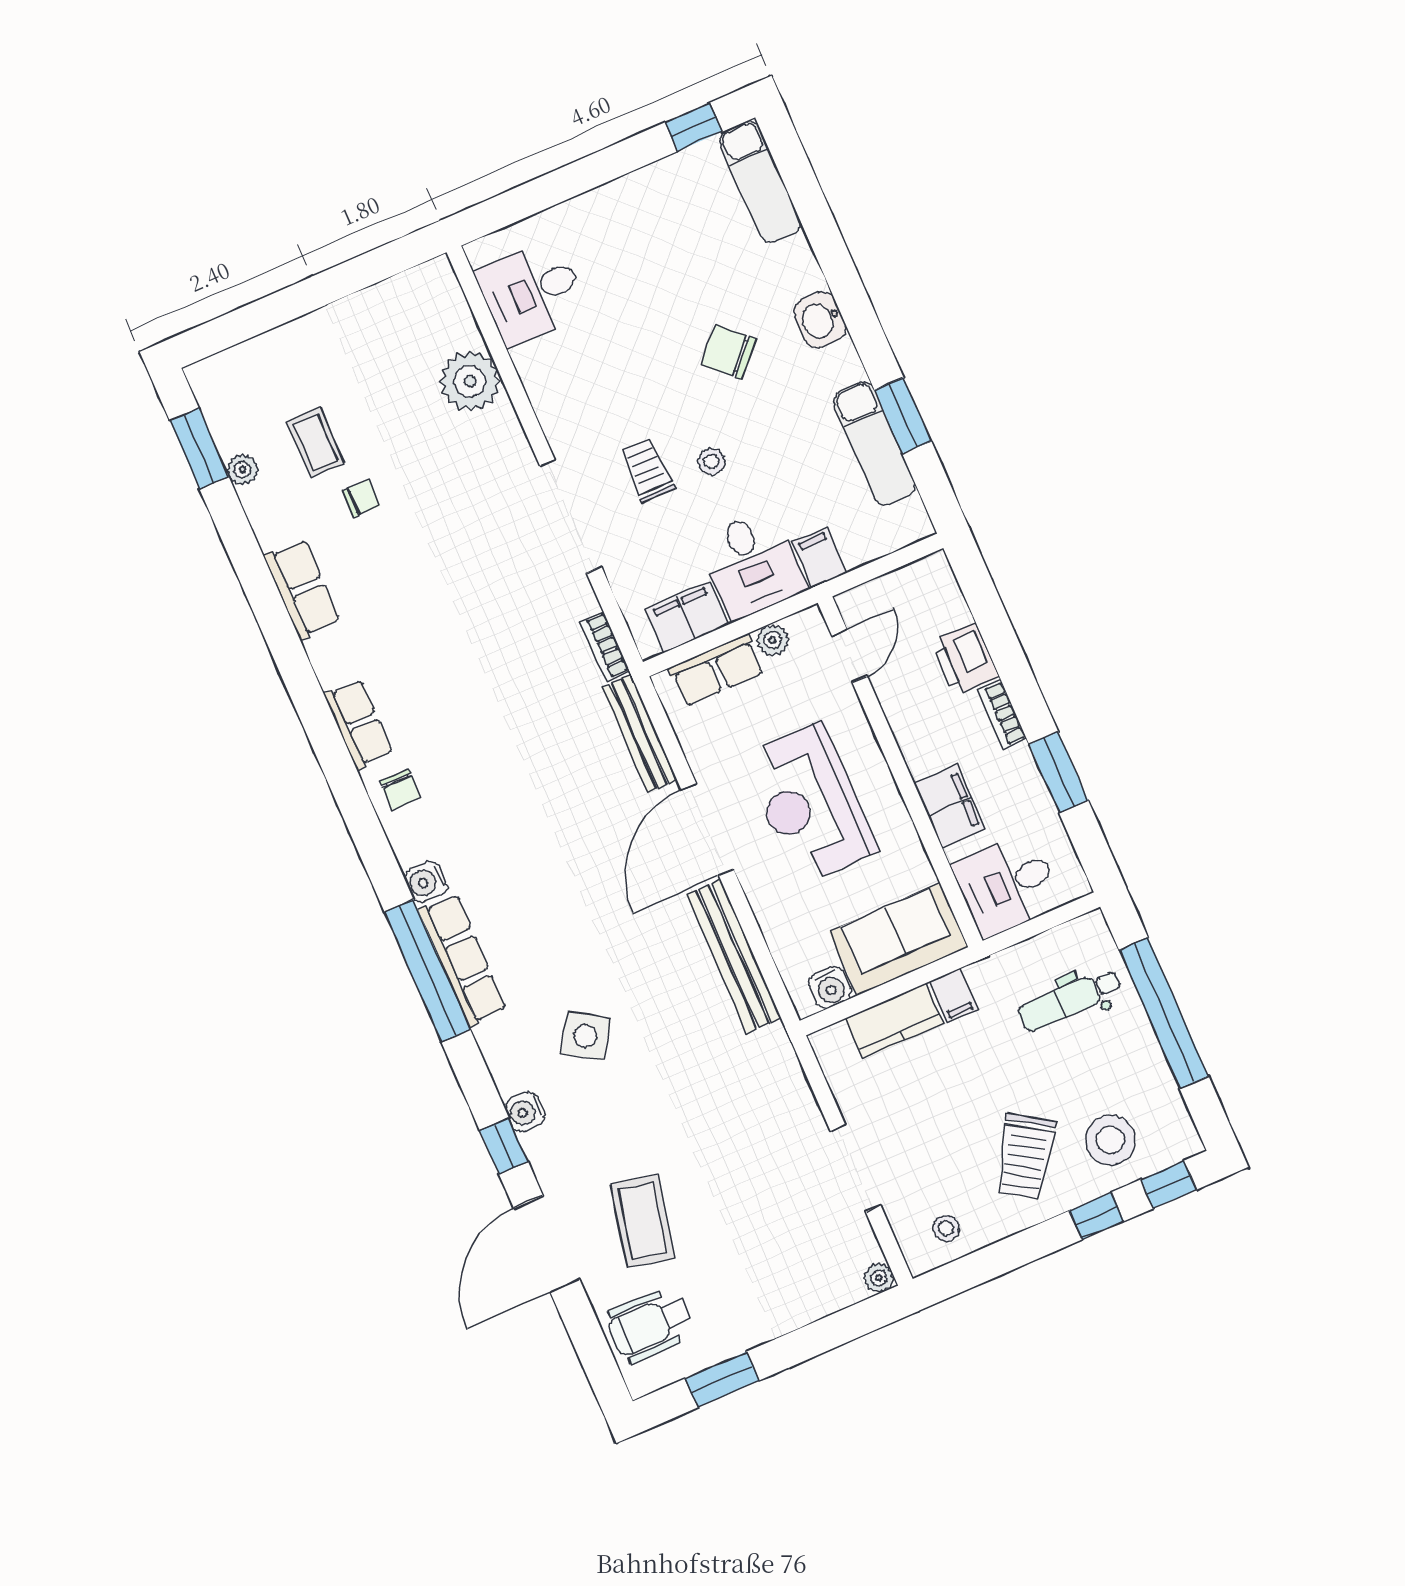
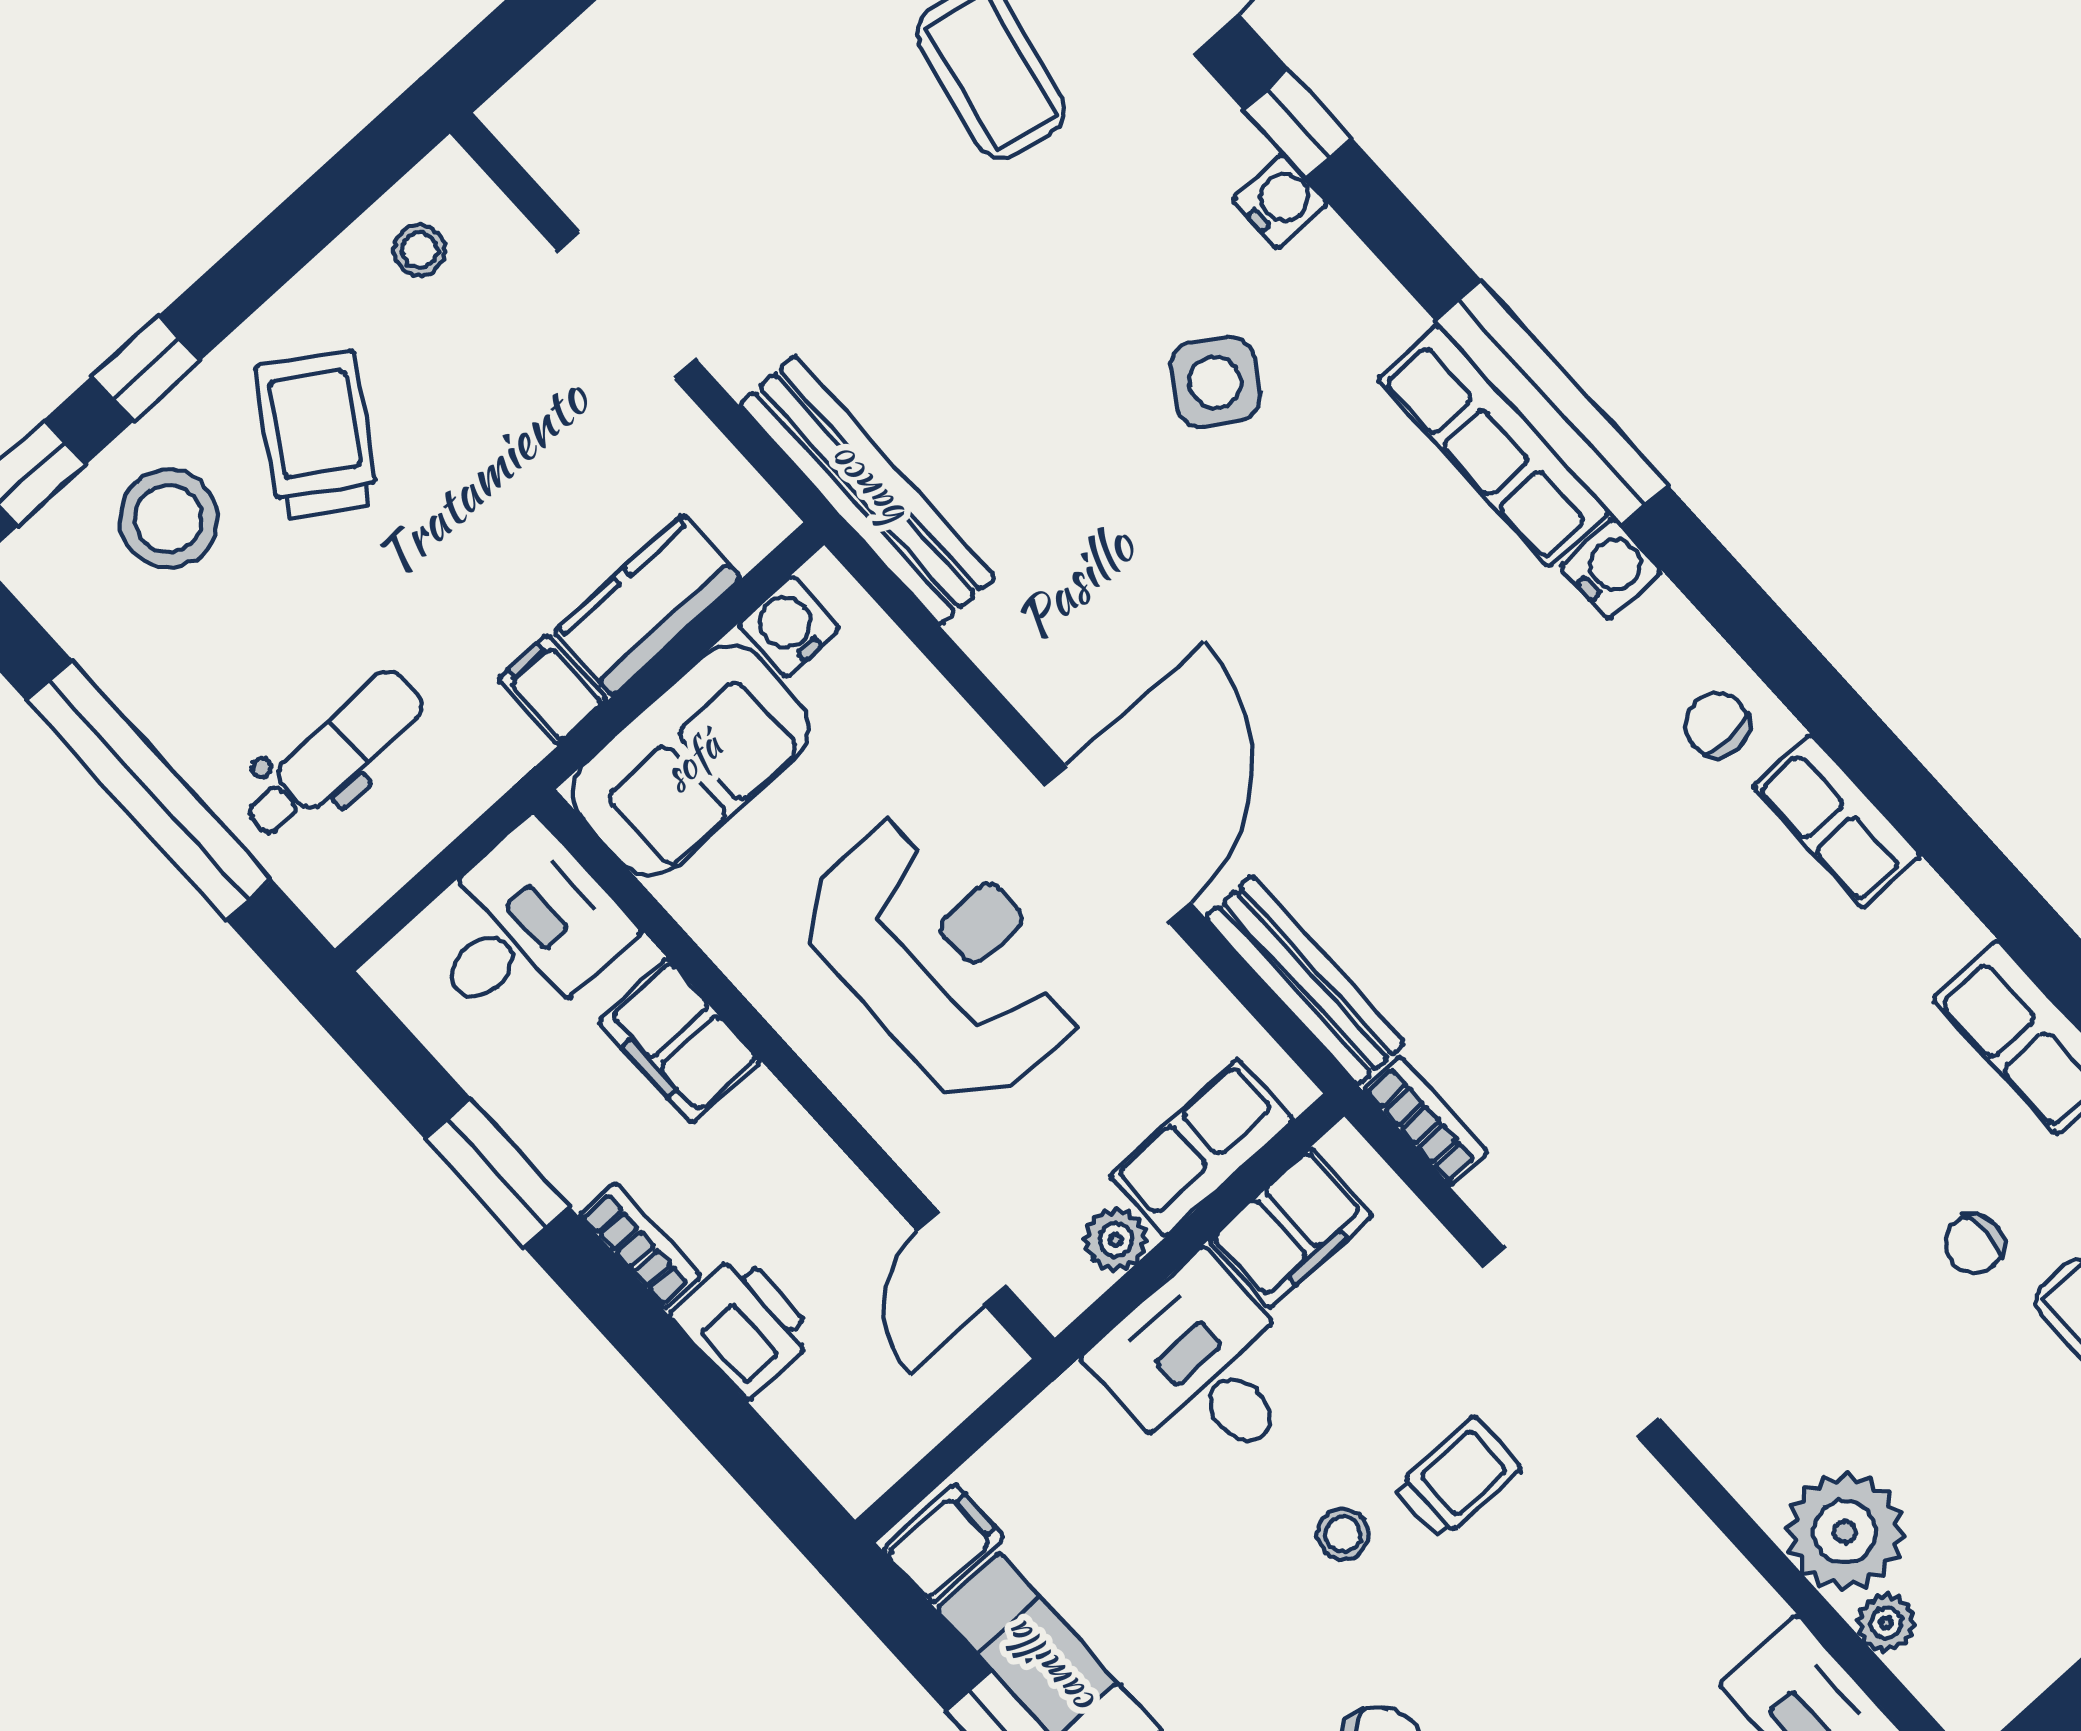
trolley: (647, 470) -> (1458, 1478), turned -90
filing cabinet: (820, 557) -> (944, 1544), moved, turned -90
bench: (734, 956) -> (867, 491), moved
plant: (879, 1278) -> (1886, 1623), moved

